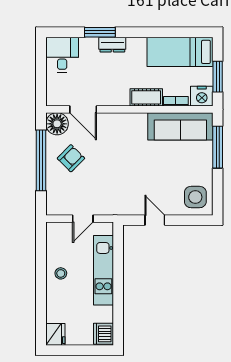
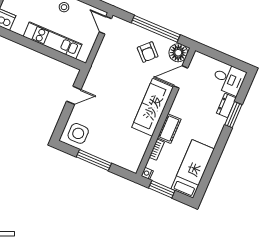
dresser: (112, 45) -> (226, 106), moved
nightstand: (202, 96) -> (147, 173), width x0.53, depth x0.56
sofa: (180, 126) -> (152, 107), moved
window: (218, 147) -> (94, 160), moved
door: (83, 219) -> (105, 25), moved

